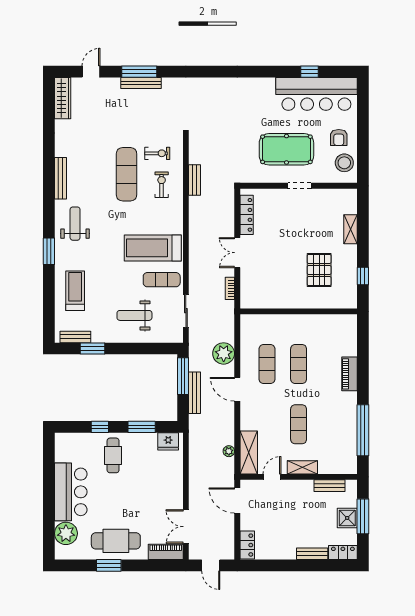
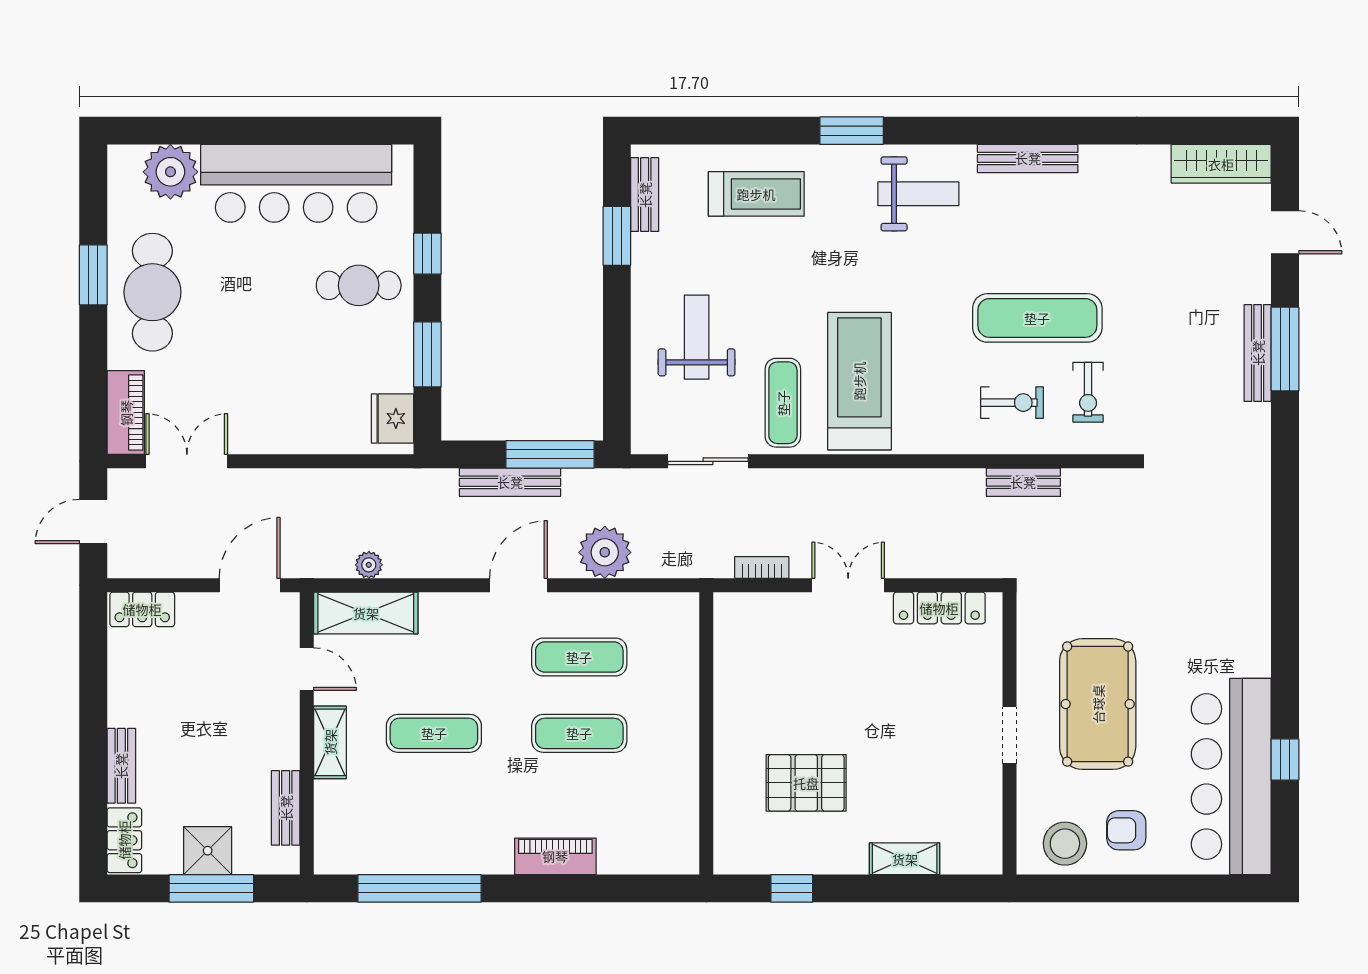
bar counter: (71, 492) -> (296, 183), width x1.36

